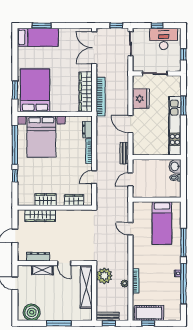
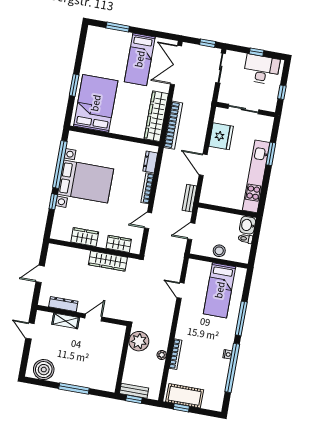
bed: (38, 37) -> (140, 59), moved, turned 90
window: (15, 90) -> (74, 85), moved
bed with nightstands: (41, 137) -> (86, 182), moved, turned -90
stool: (156, 191) -> (219, 251), added
wardrobe: (40, 216) -> (108, 261), moved
door: (64, 263) -> (93, 317), swing flipped
shelving: (86, 287) -> (115, 351), removed

